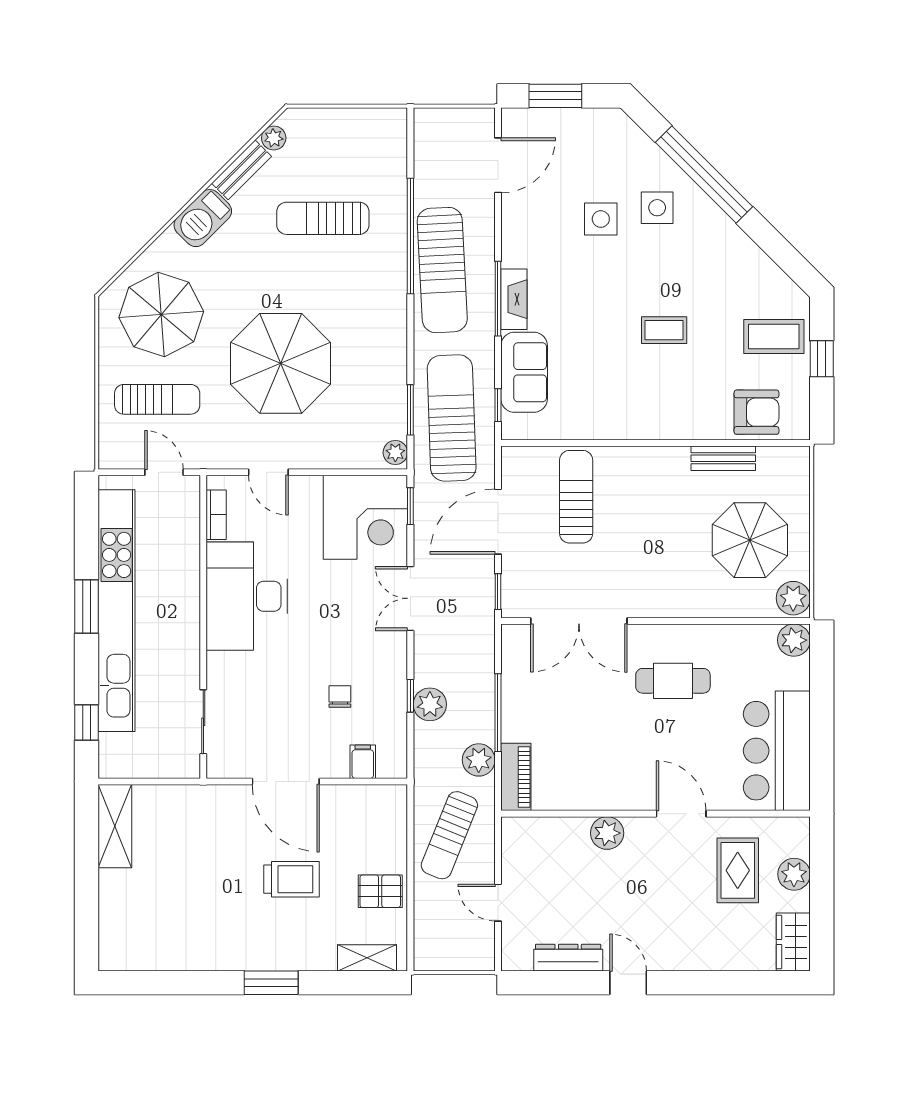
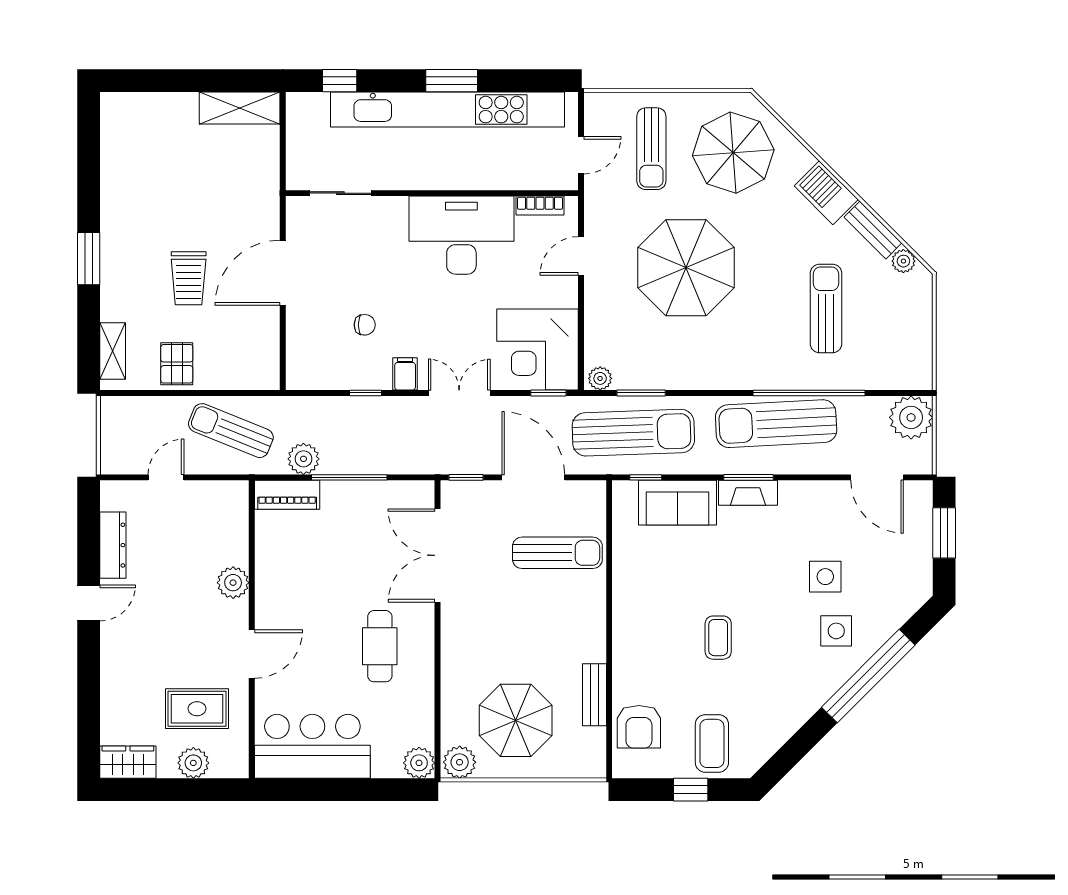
window: (498, 299) -> (748, 477), width x0.69
plant: (430, 704) -> (911, 417), moved, width x1.36, depth x1.36
filing cabinet: (363, 762) -> (405, 374), moved, turned -90

